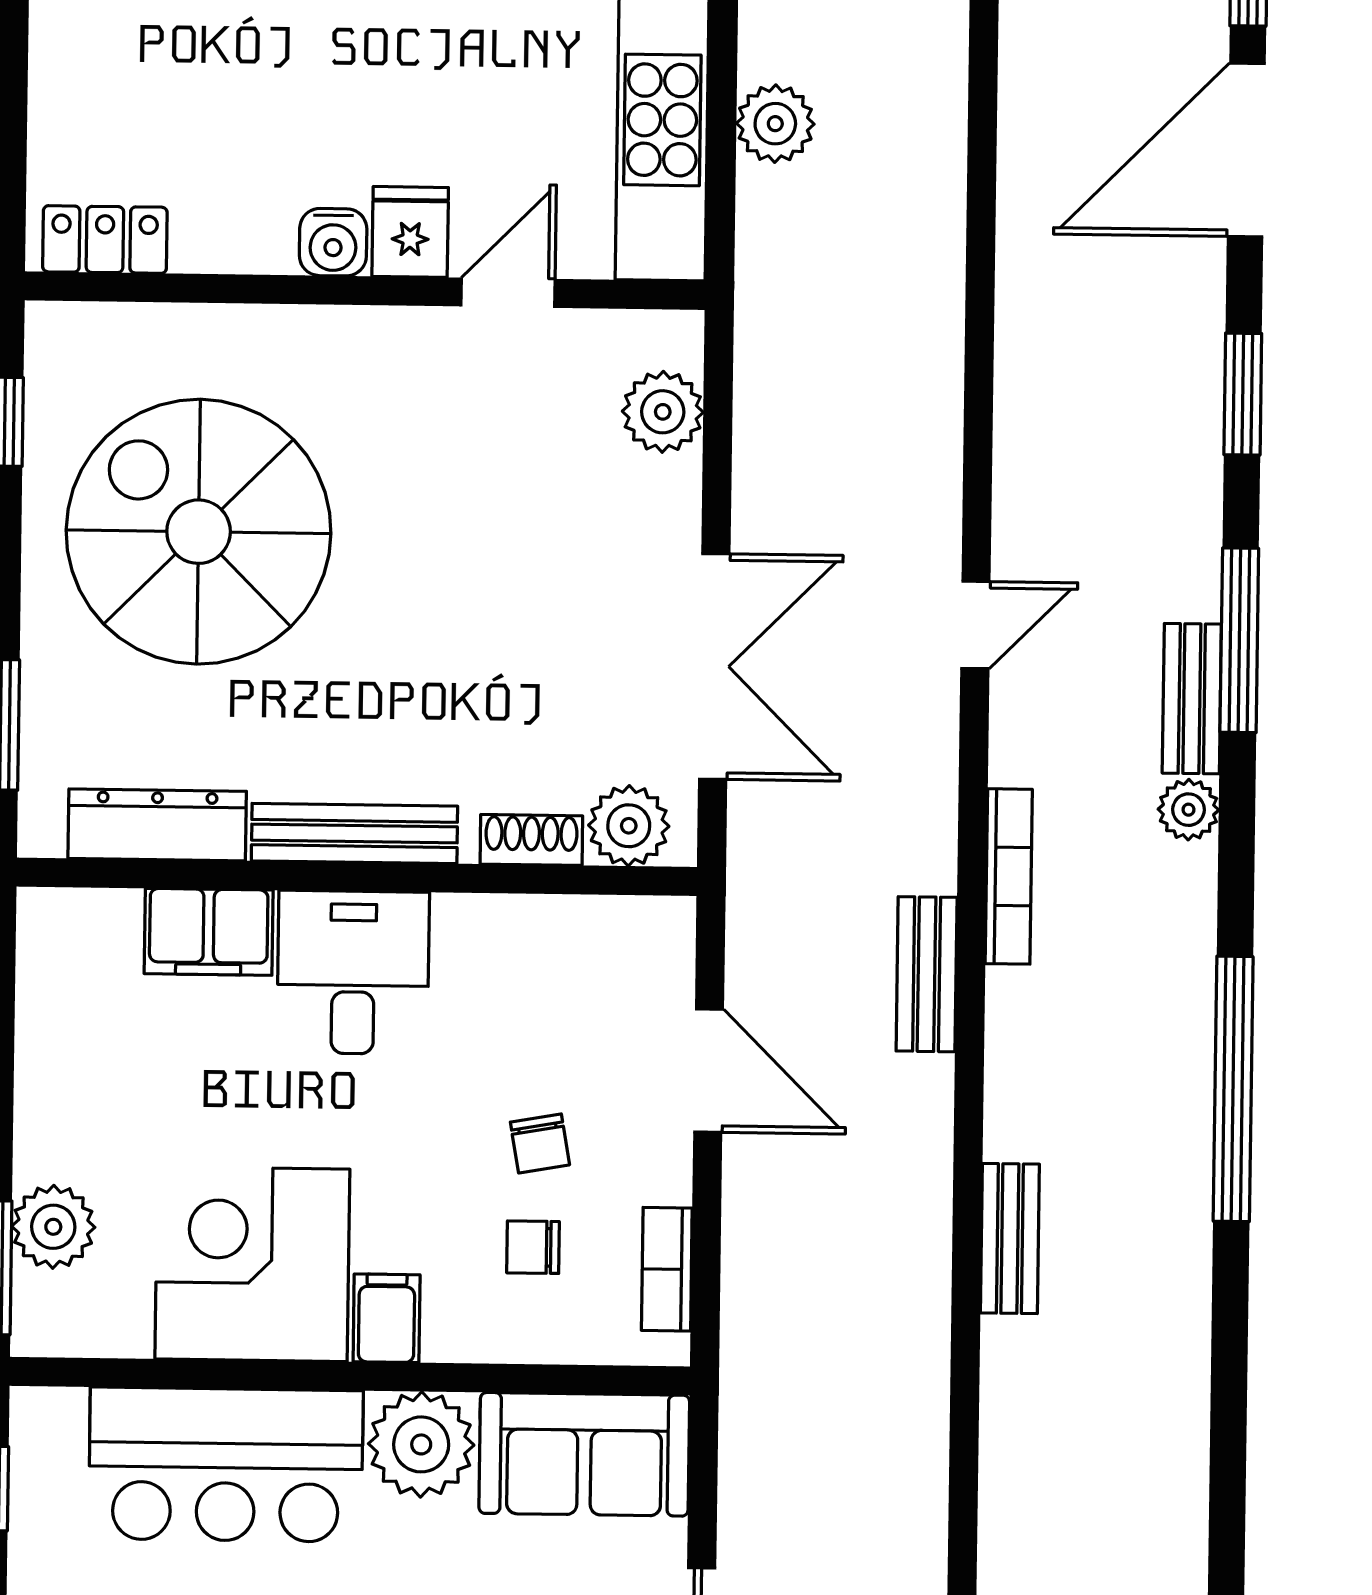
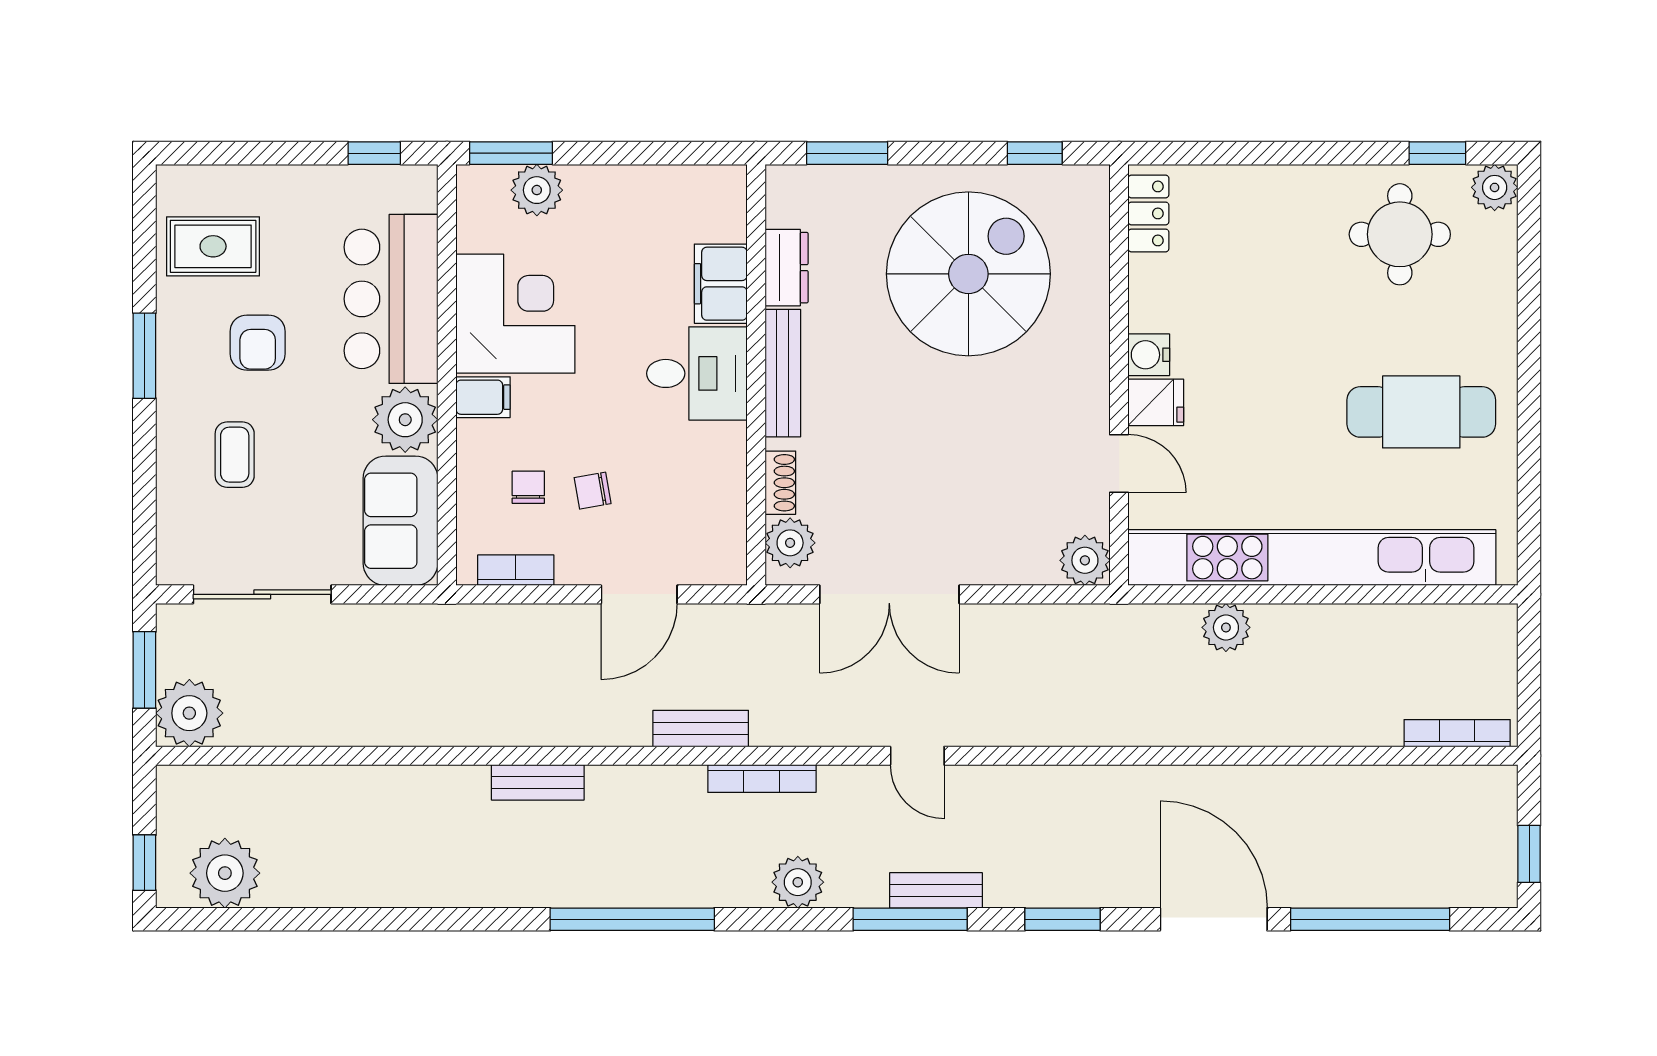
plant: (663, 412) -> (1085, 560), moved
bench: (1192, 699) -> (936, 890), moved
plant: (1188, 810) -> (798, 882), width x1.38, depth x1.38
dresser: (157, 825) -> (787, 268), width x0.70

